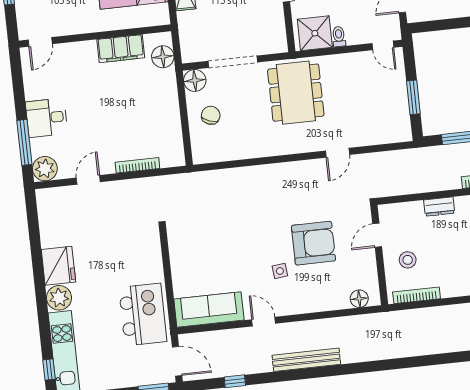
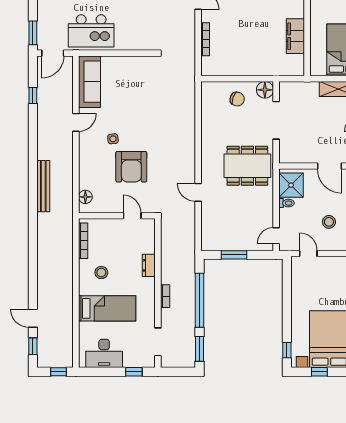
floor lamp: (163, 57) -> (286, 67), removed
stool: (408, 260) -> (101, 273), moved
bench: (306, 360) -> (43, 186), moved

